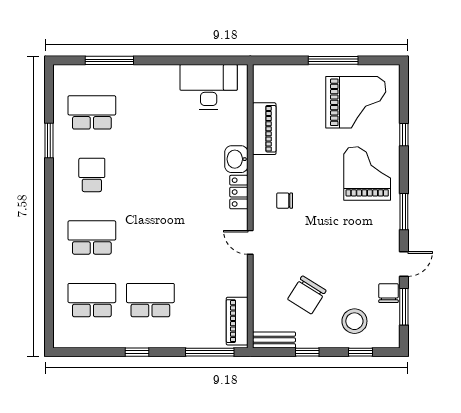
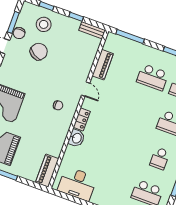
piano: (264, 129) -> (47, 171), moved
chair: (307, 295) -> (39, 52), moved
piano: (237, 321) -> (103, 65), moved

